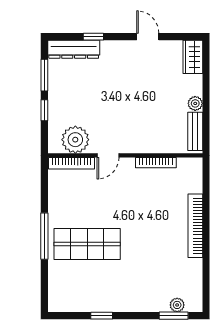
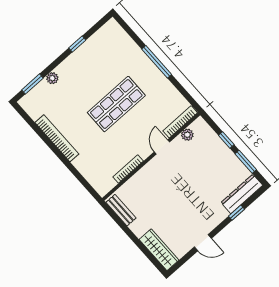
wardrobe: (193, 57) -> (159, 250), width x1.50
plant: (195, 103) -> (136, 227), removed
plant: (75, 140) -> (187, 135), width x0.53, depth x0.53
bookcase: (195, 226) -> (57, 138), moved
shop shelf: (87, 244) -> (116, 104), moved
plant: (177, 305) -> (52, 78), moved

